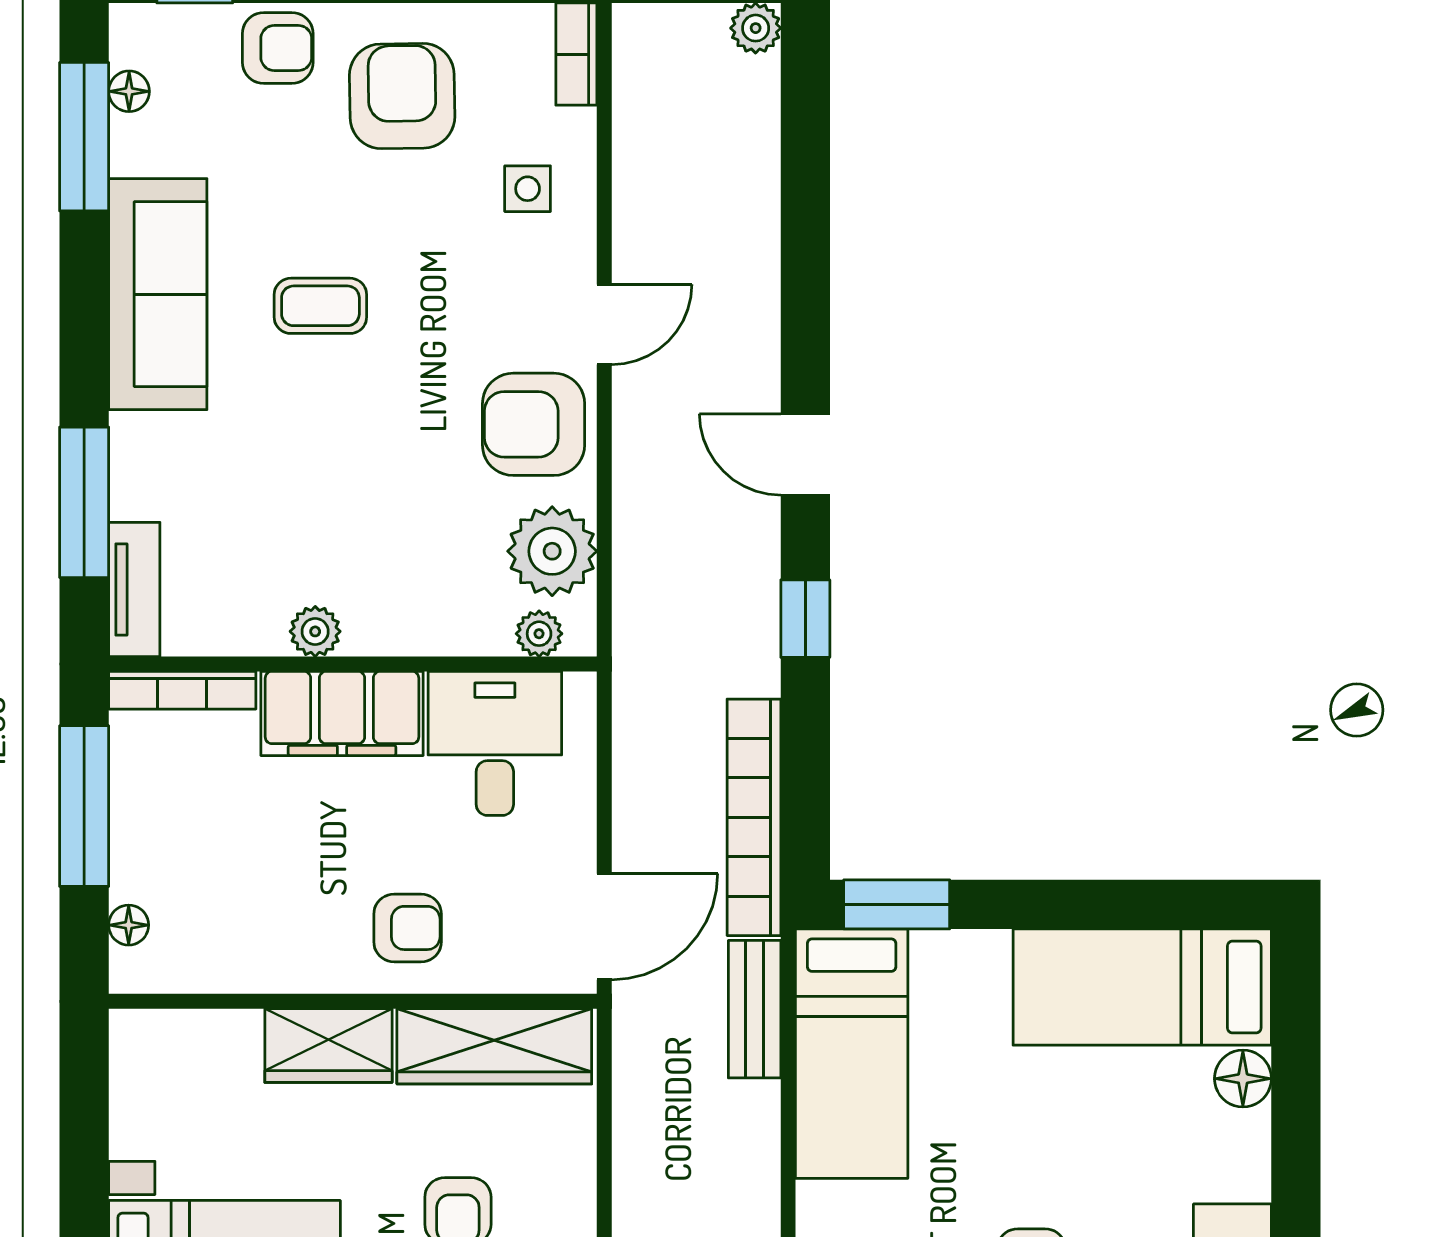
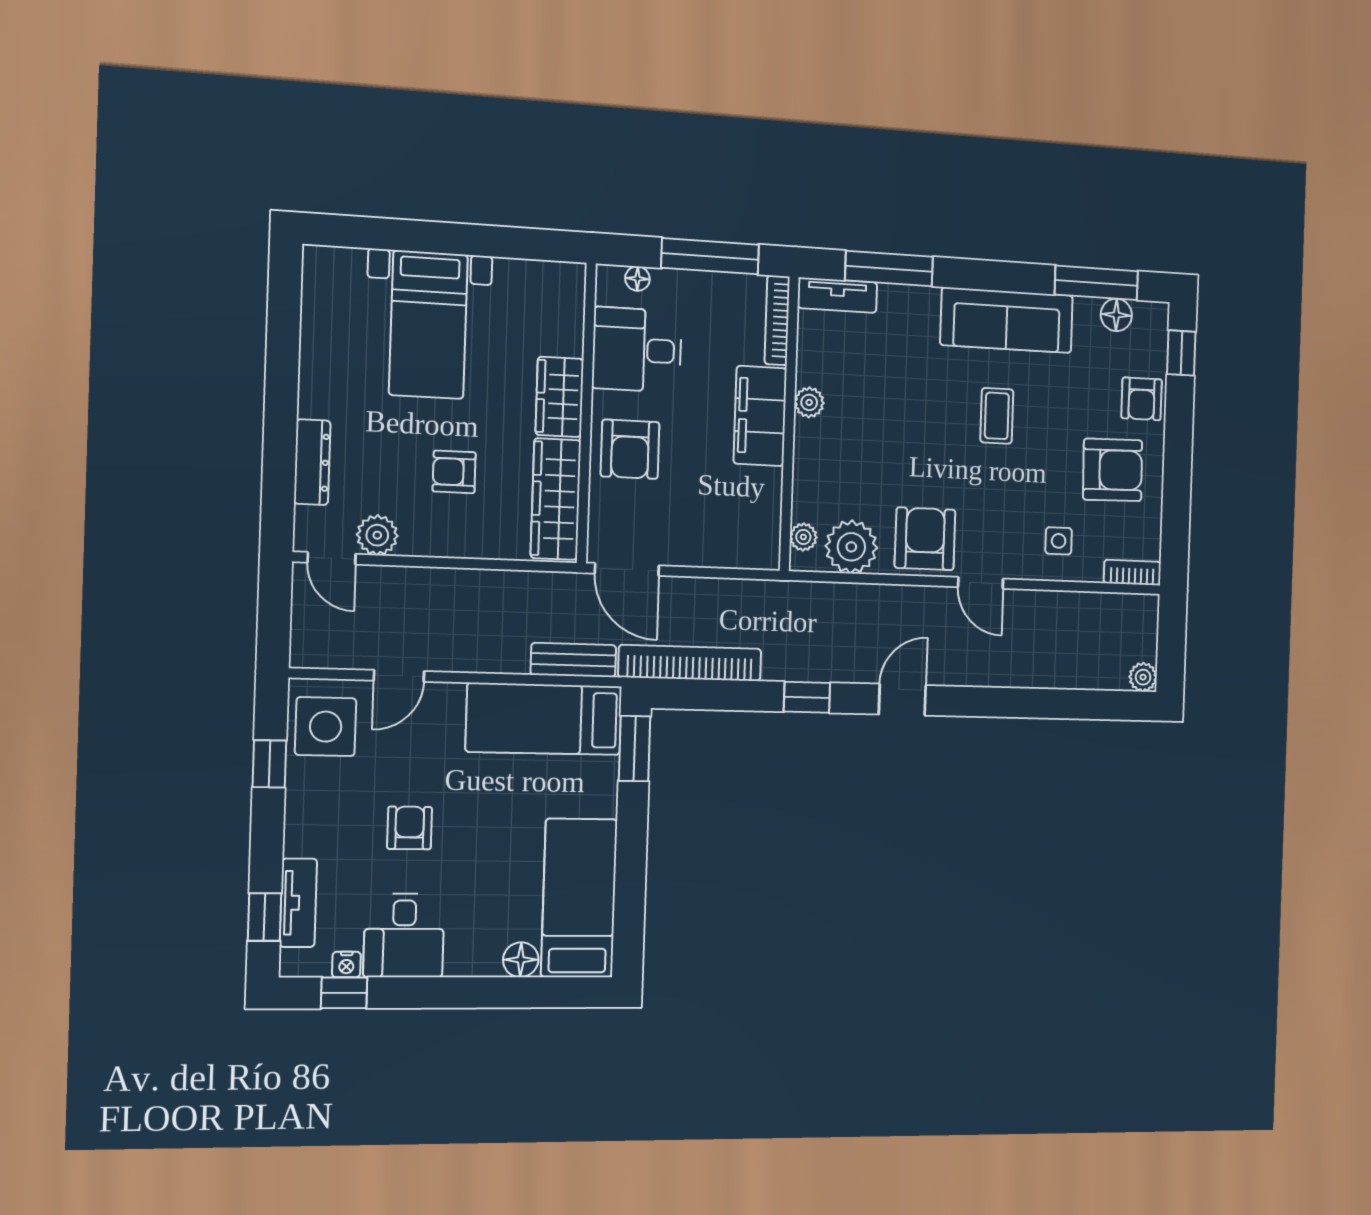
floor lamp: (129, 91) -> (1116, 315), width x1.37, depth x1.37
desk: (495, 743) -> (637, 350), moved, turned 180
armchair: (408, 928) -> (630, 449), width x1.38, depth x1.38

